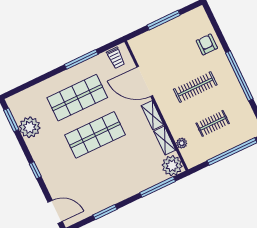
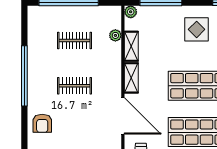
clothes rail: (195, 87) -> (74, 86), width x0.73
plant: (172, 166) -> (131, 12), width x0.53, depth x0.53
display table: (119, 179) -> (197, 29), added

